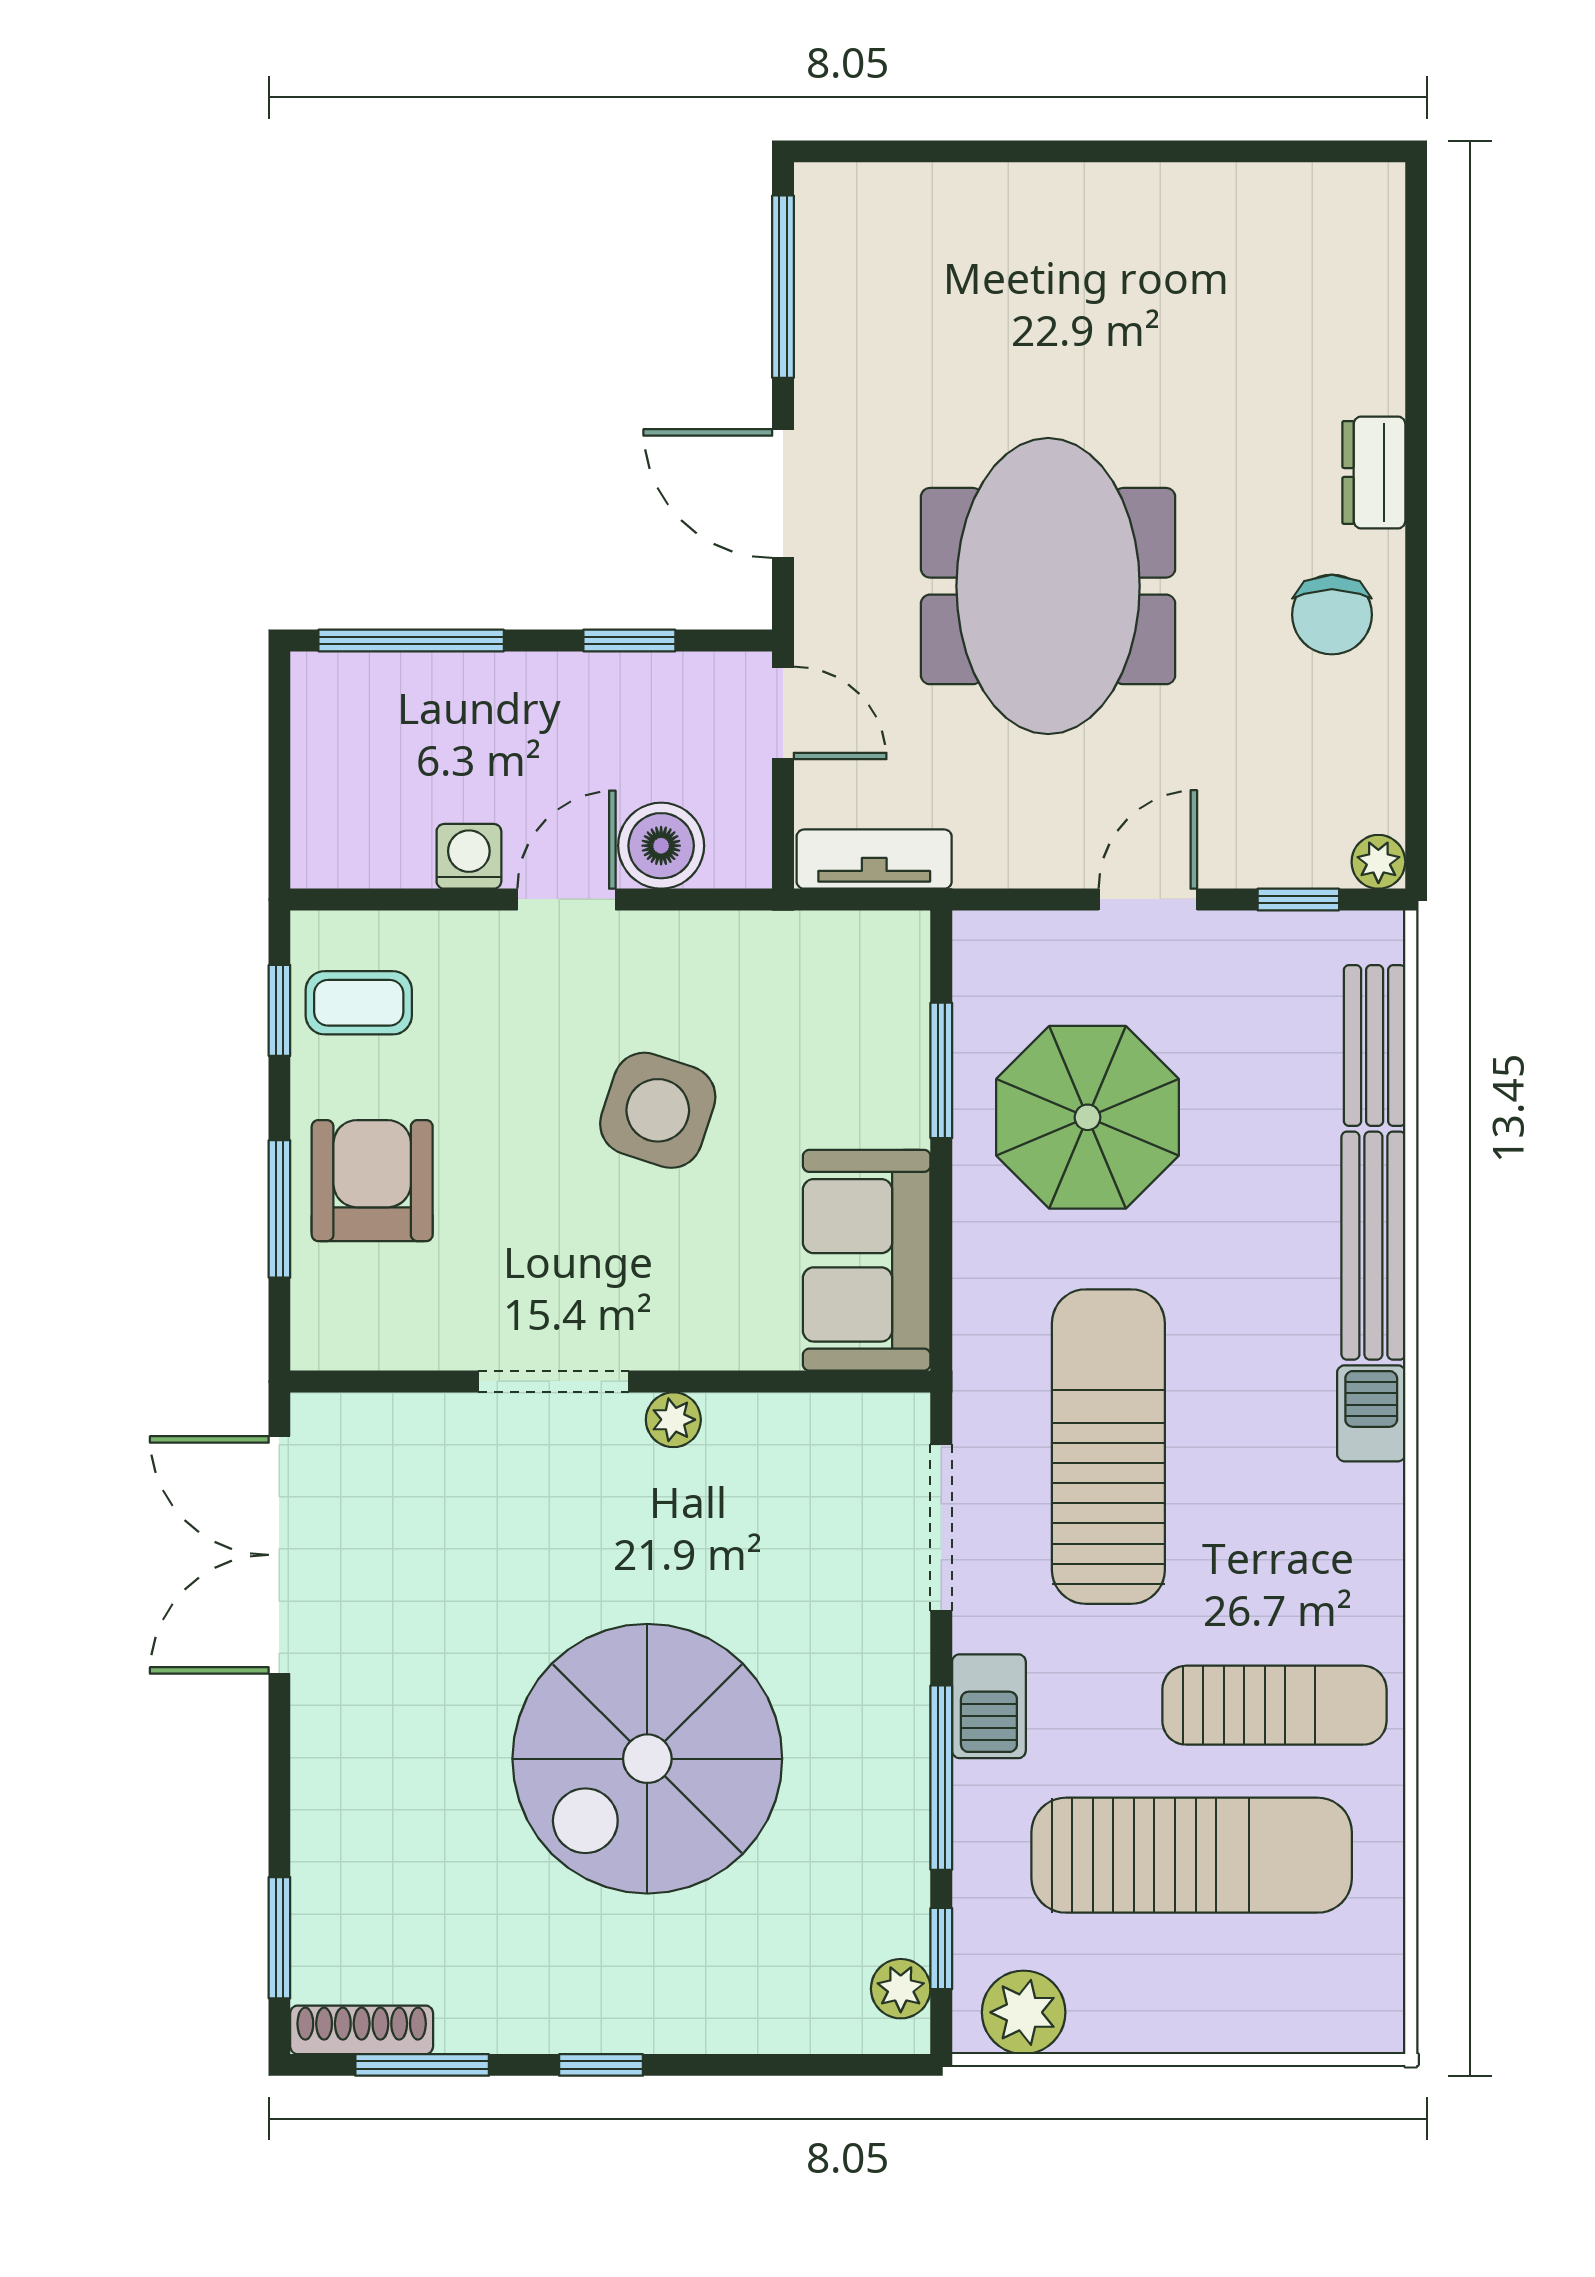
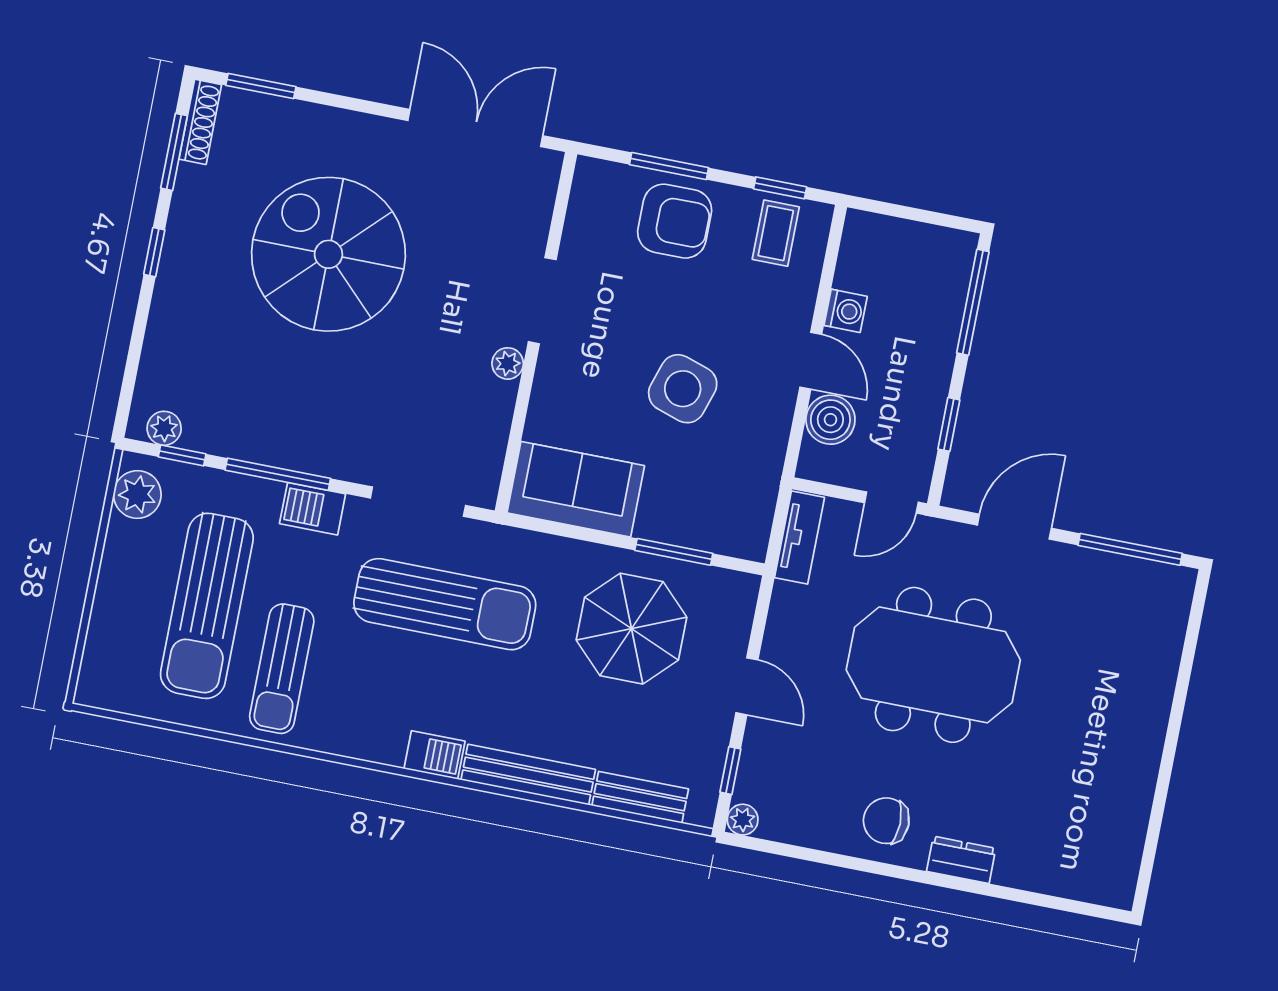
spiral stairs: (647, 1759) -> (328, 254), moved

